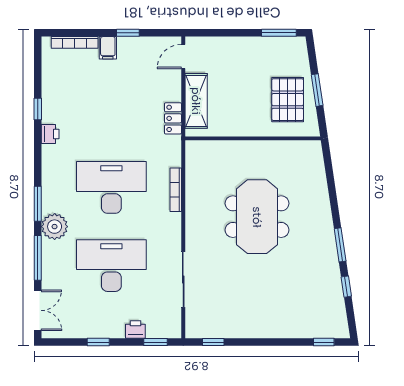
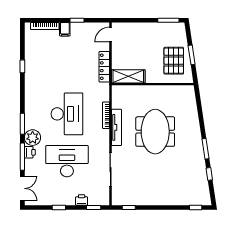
shelving: (196, 101) -> (128, 76), moved, turned 90
locker: (173, 118) -> (104, 67), width x1.53
printer: (50, 134) -> (30, 152), moved
desk: (111, 187) -> (67, 114), turned 90
tv unit: (193, 210) -> (117, 127), added

